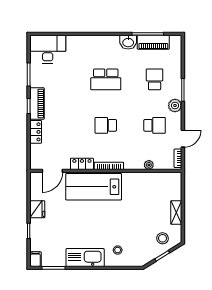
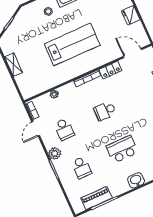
washbasin: (128, 42) -> (136, 180), moved
school desk: (106, 125) -> (105, 111), turned 180
school desk: (155, 125) -> (64, 129), turned -90
door: (52, 171) -> (132, 53), hinge flipped
lab bench: (94, 187) -> (72, 45), moved
stool: (162, 238) -> (15, 38), removed

